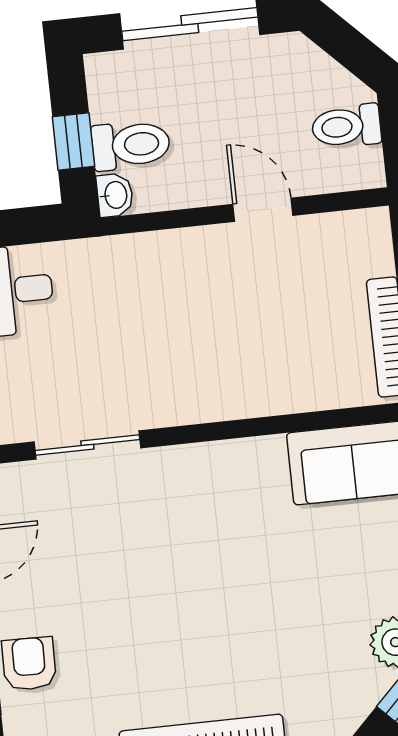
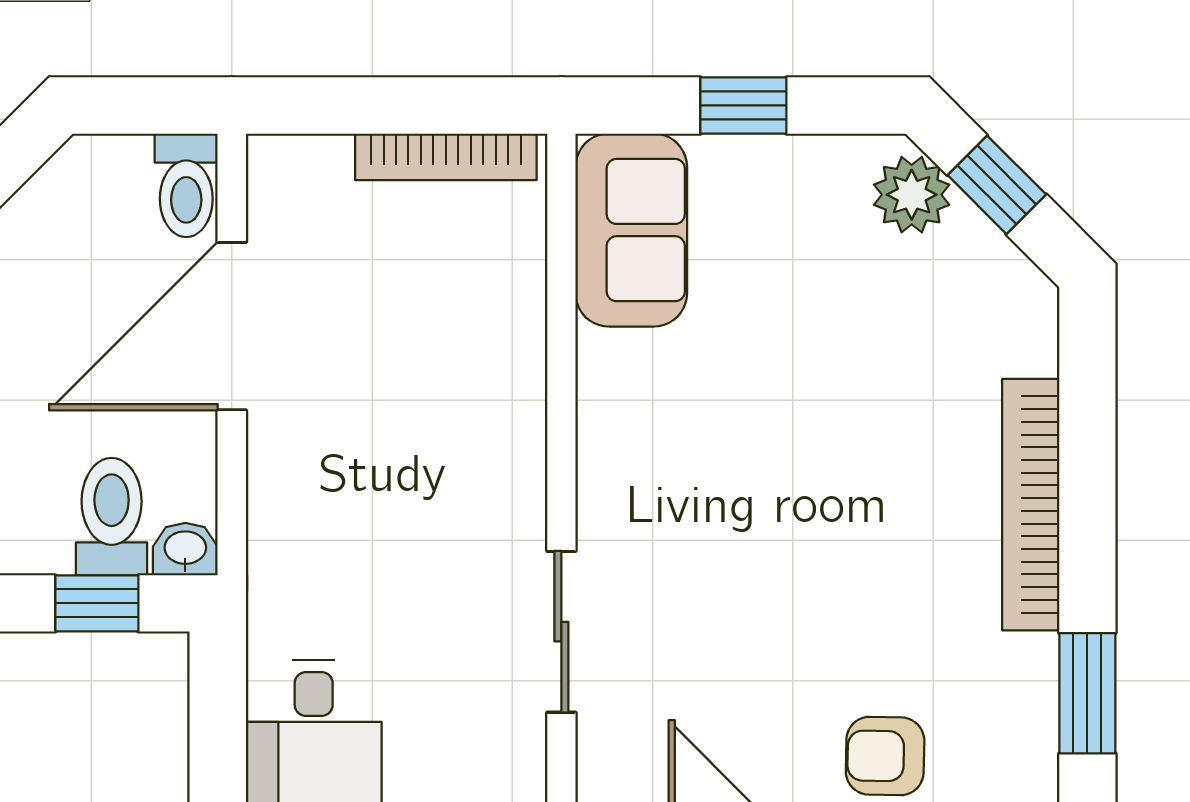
toilet: (346, 126) -> (186, 185), moved
door: (263, 210) -> (232, 326), width x1.87

